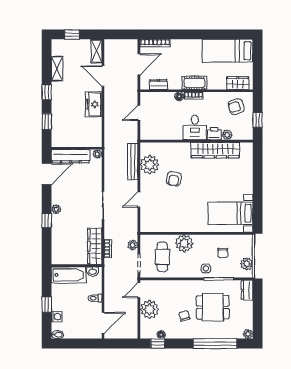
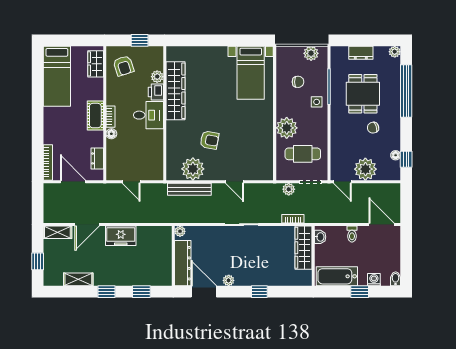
plant: (56, 209) -> (229, 280), moved
wardrobe: (95, 246) -> (303, 248), moved, turned 90
bathtub: (69, 275) -> (337, 276), moved, turned -90
dresser: (247, 290) -> (361, 53), moved

